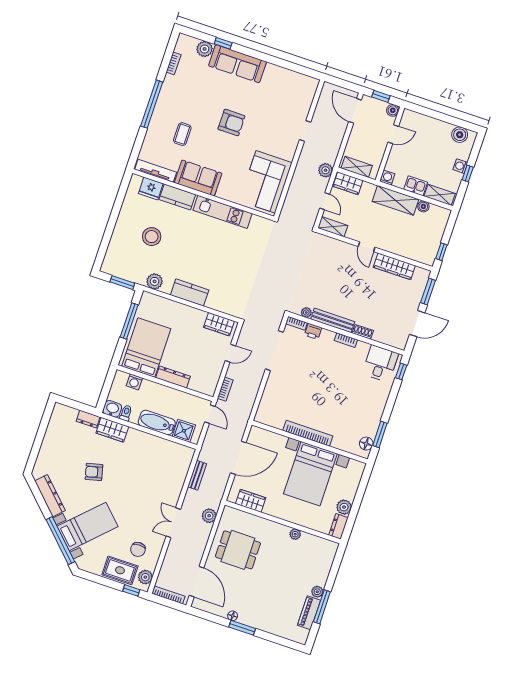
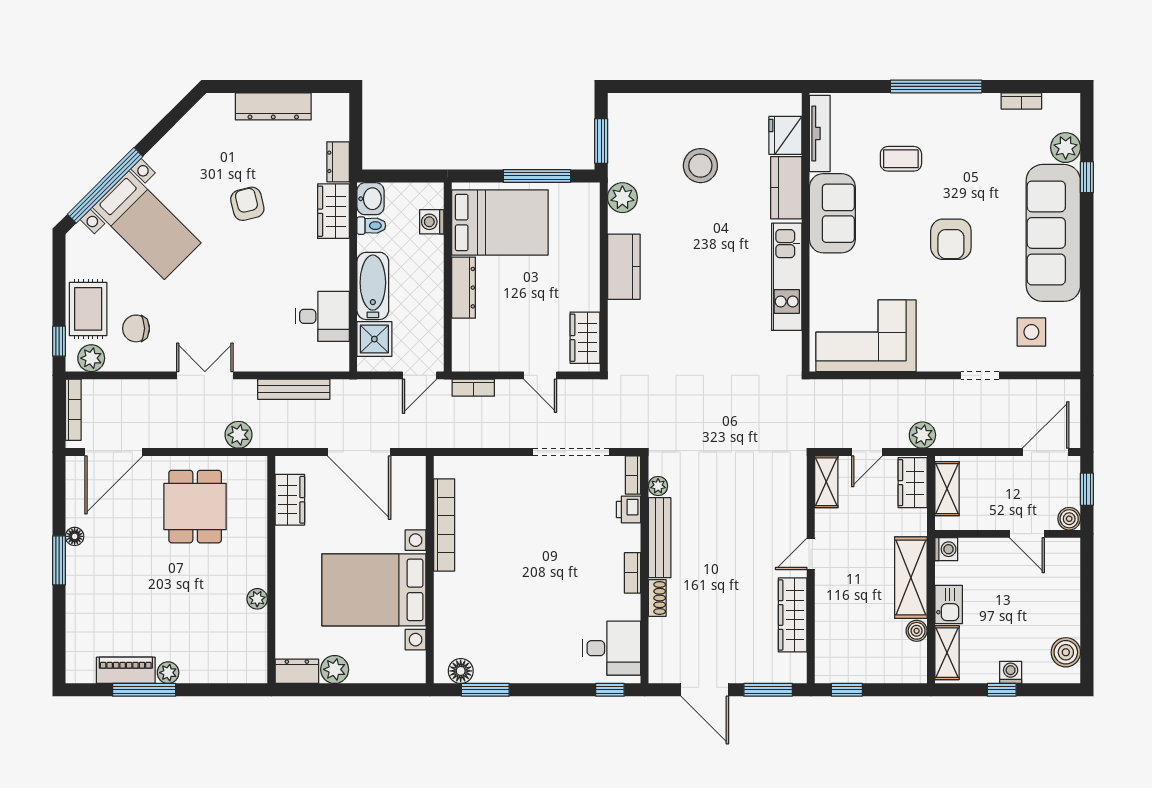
sofa: (237, 64) -> (1053, 233), width x1.36, depth x1.27
side table: (292, 98) -> (1031, 332), added
bookcase: (308, 433) -> (444, 525), moved
desk: (163, 453) -> (322, 316), added
bench: (197, 475) -> (294, 389), width x1.36
dresser: (50, 496) -> (273, 106), moved, turned 45

